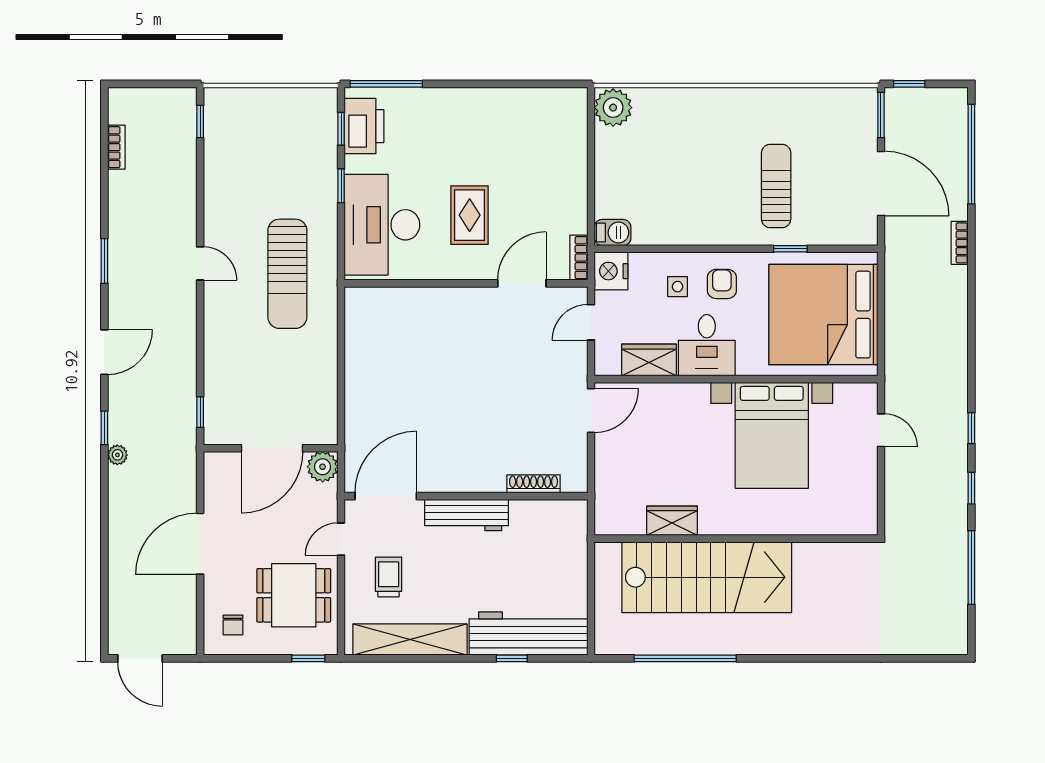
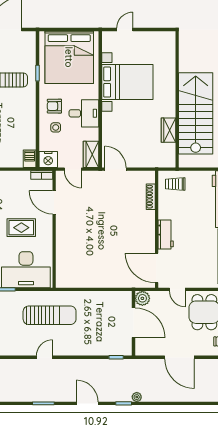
wardrobe: (649, 360) -> (91, 154), moved
workbench: (467, 515) -> (166, 234), width x0.73
trolley: (389, 577) -> (175, 184), moved

